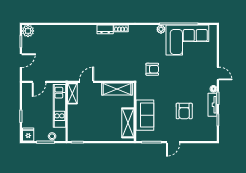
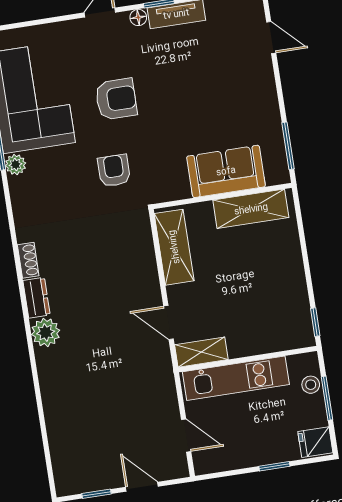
plant: (28, 31) -> (46, 332), moved
armchair: (184, 111) -> (116, 99), moved
door: (173, 142) -> (271, 37), moved

